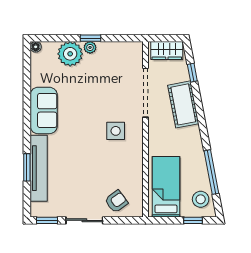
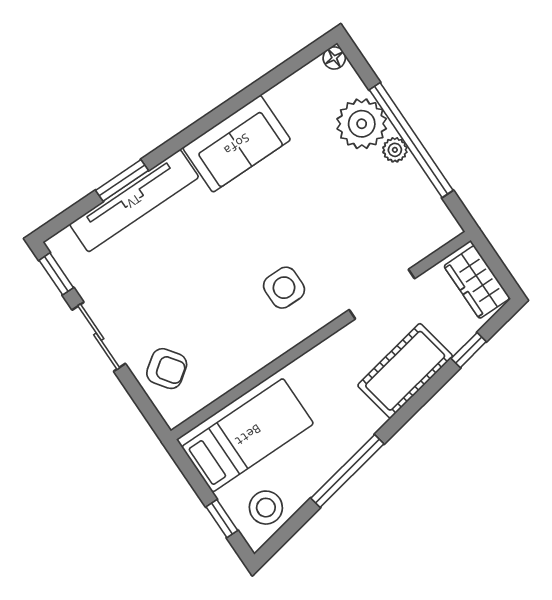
window: (91, 38) -> (411, 140), width x3.17
doorway: (145, 93) -> (382, 294), width x0.73
window: (211, 172) -> (347, 471), moved

